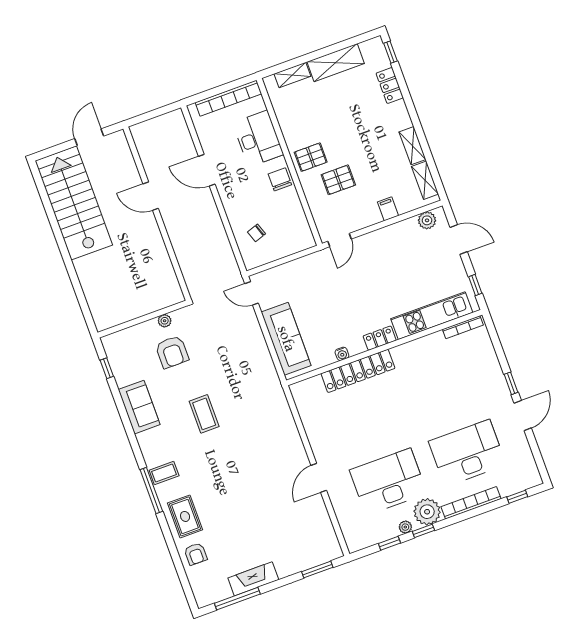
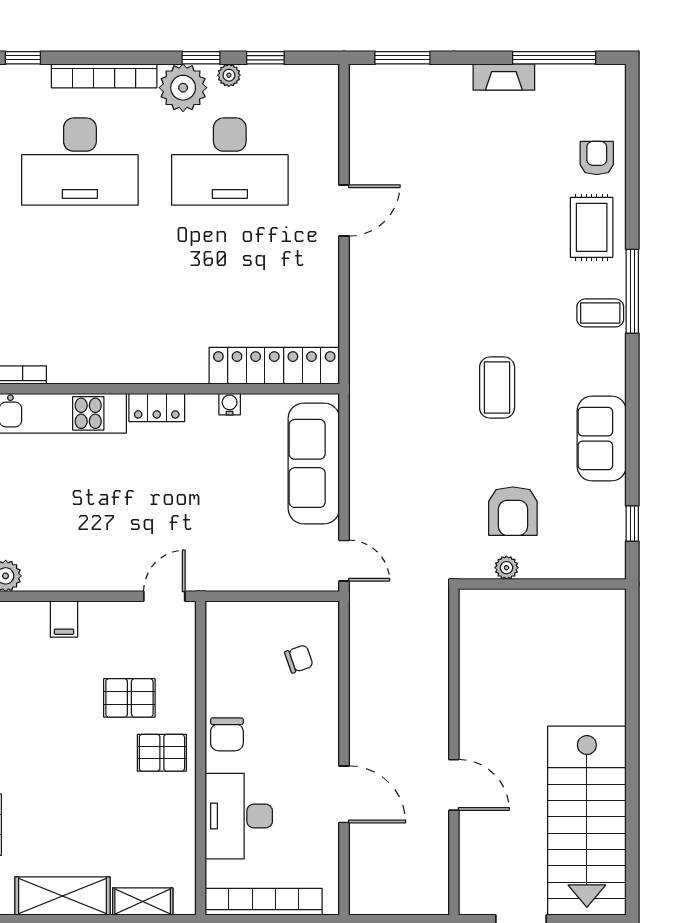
armchair: (172, 352) -> (513, 511), turned 180
locker: (358, 371) -> (274, 366), moved
fireplace: (253, 579) -> (504, 77), width x0.73, depth x0.76

